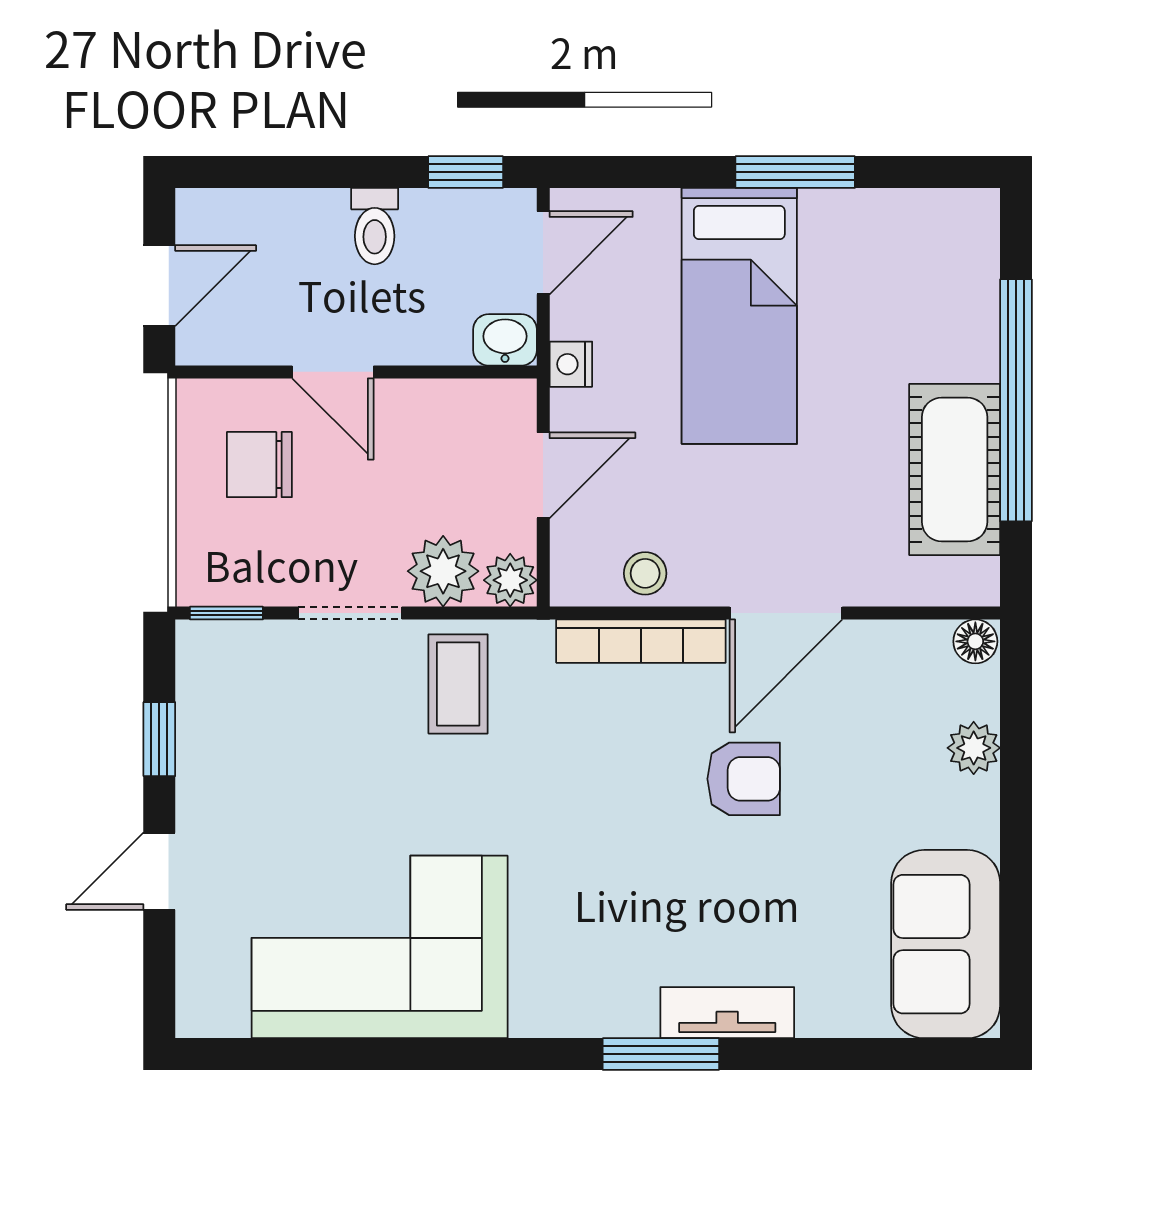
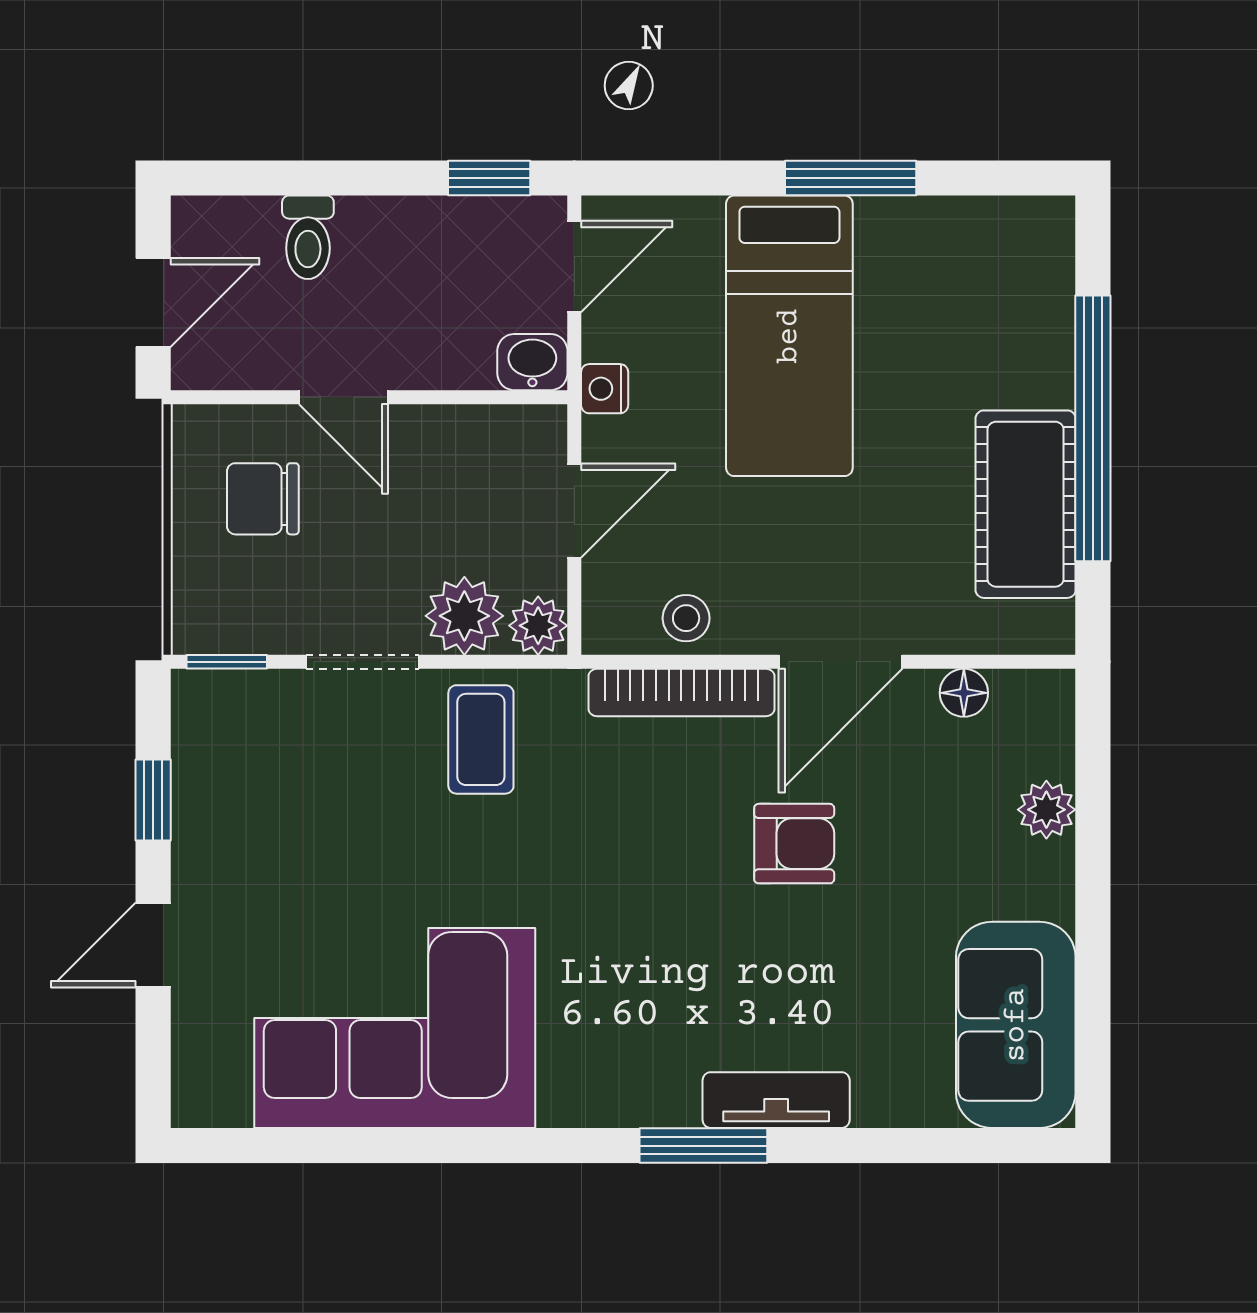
toilet: (375, 226) -> (308, 237), moved
floor lamp: (975, 641) -> (964, 693), moved

